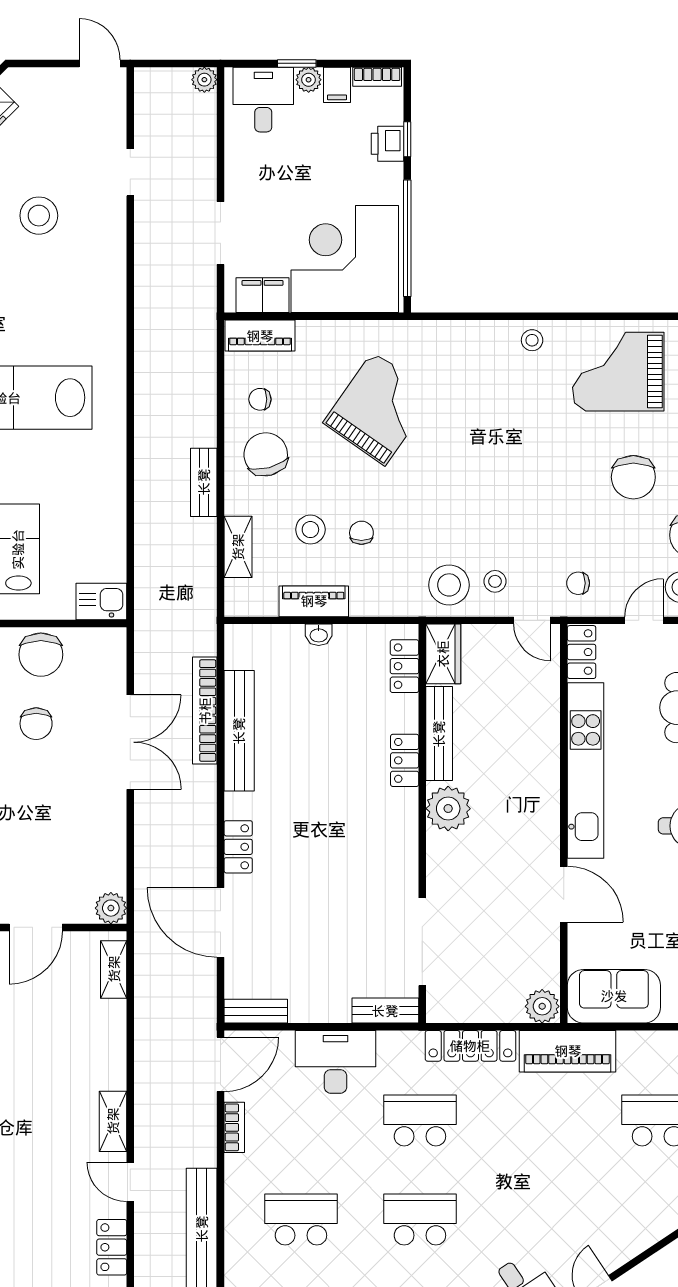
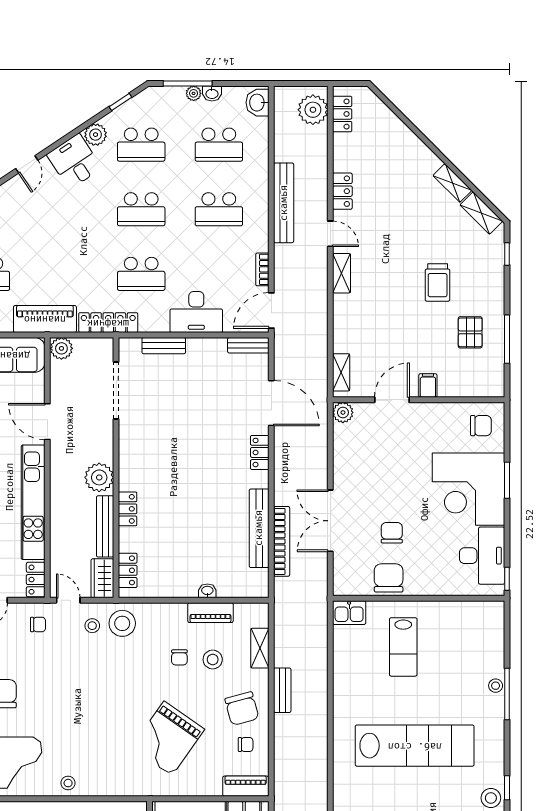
wardrobe: (443, 654) -> (102, 578), moved
locker: (405, 666) -> (128, 570), moved
bench: (439, 734) -> (105, 526), moved
locker: (405, 760) -> (128, 509), moved
plant: (448, 809) -> (99, 477), moved
wall: (422, 824) -> (116, 468), moved
doorway: (422, 942) -> (116, 391), moved

